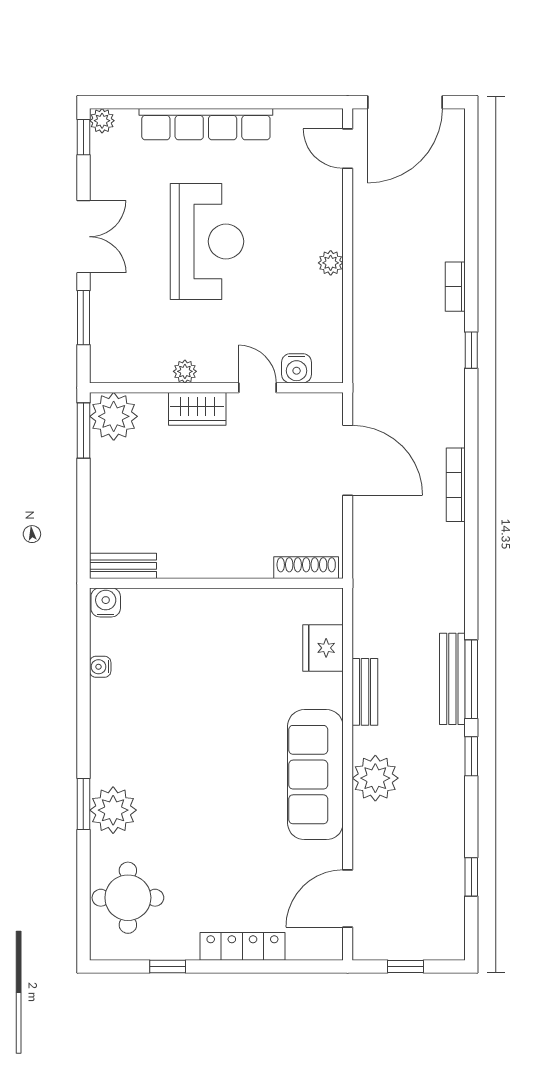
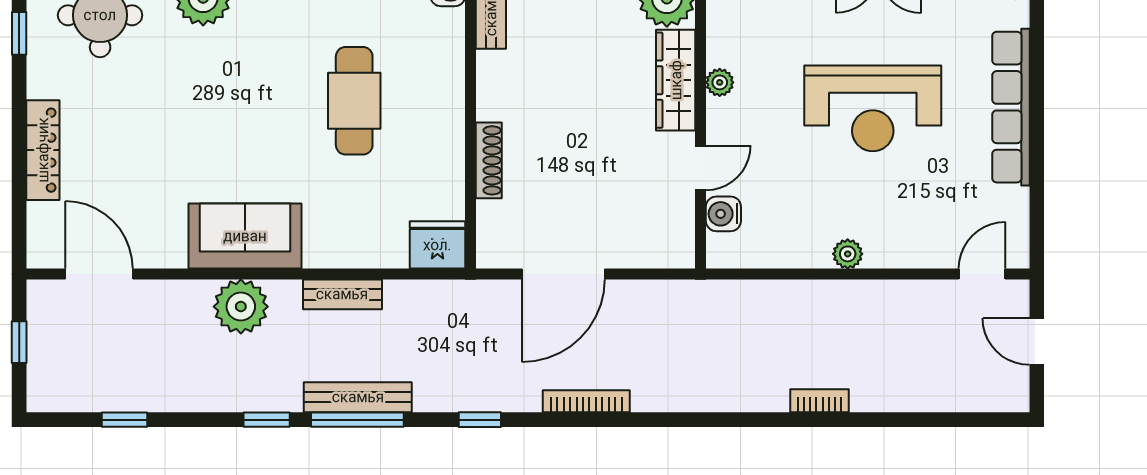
door: (405, 102) -> (1037, 342), width x0.53
window: (471, 350) -> (480, 420), moved
wardrobe: (197, 409) -> (676, 80), width x1.50
door: (348, 460) -> (563, 274), moved
shoe rack: (306, 568) -> (489, 160), moved
fridge: (323, 648) -> (437, 245), moved
cafe table: (200, 682) -> (354, 101), added
sofa: (315, 775) -> (245, 236), width x0.73
window: (168, 966) -> (19, 33), moved

